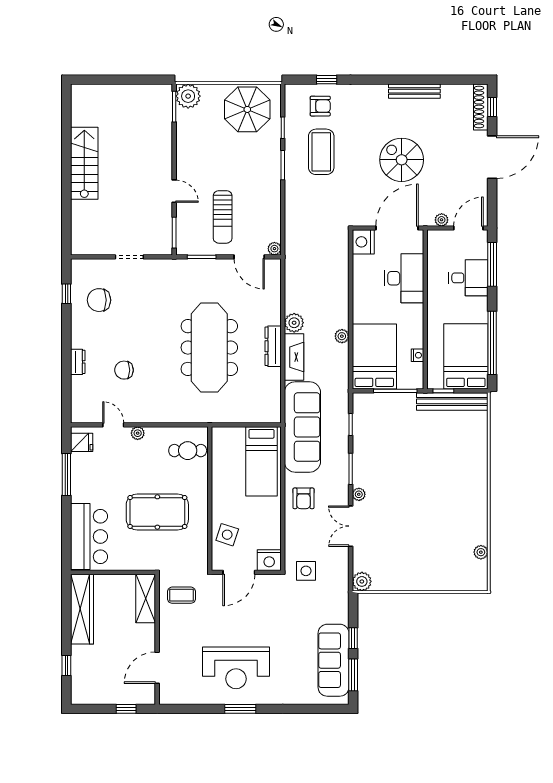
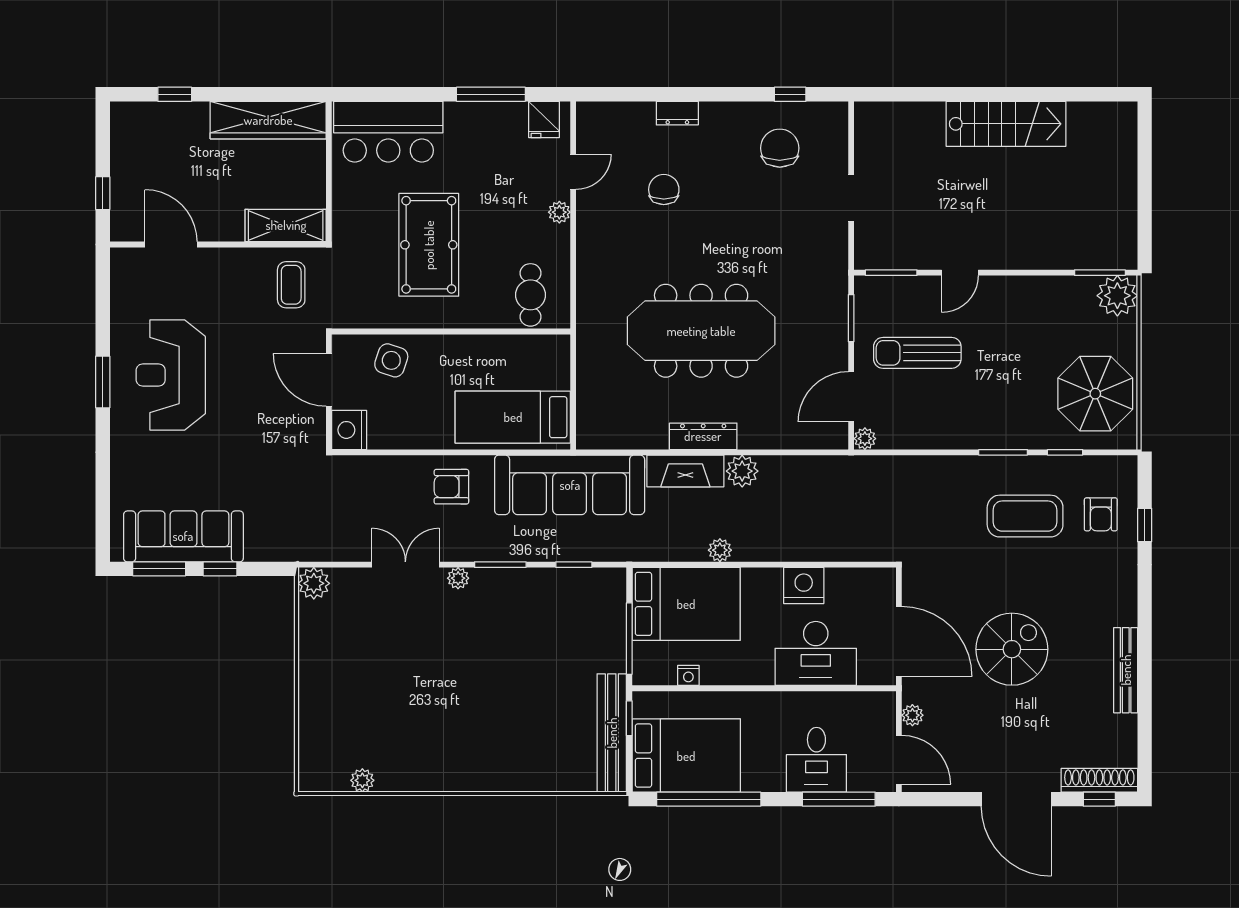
nightstand: (363, 242) -> (804, 585), moved
side table: (306, 571) -> (331, 491), removed

